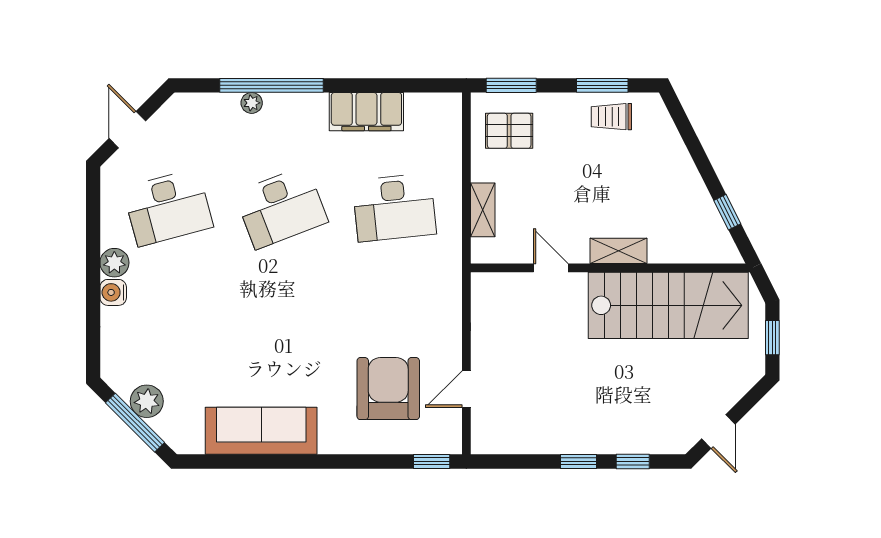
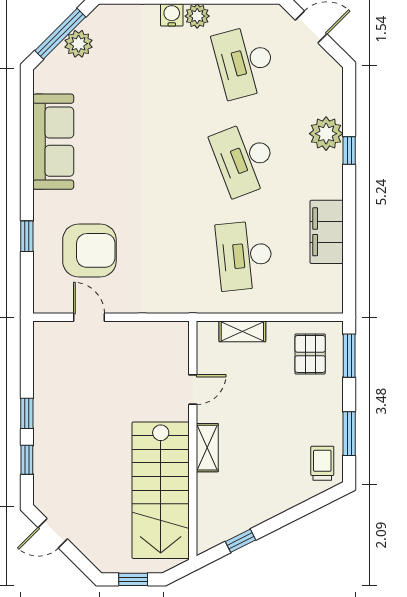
window: (272, 85) -> (349, 151), width x0.32
plant: (252, 103) -> (326, 134), width x1.88, depth x1.88
trolley: (611, 117) -> (322, 463), moved
window: (432, 461) -> (27, 236), moved

